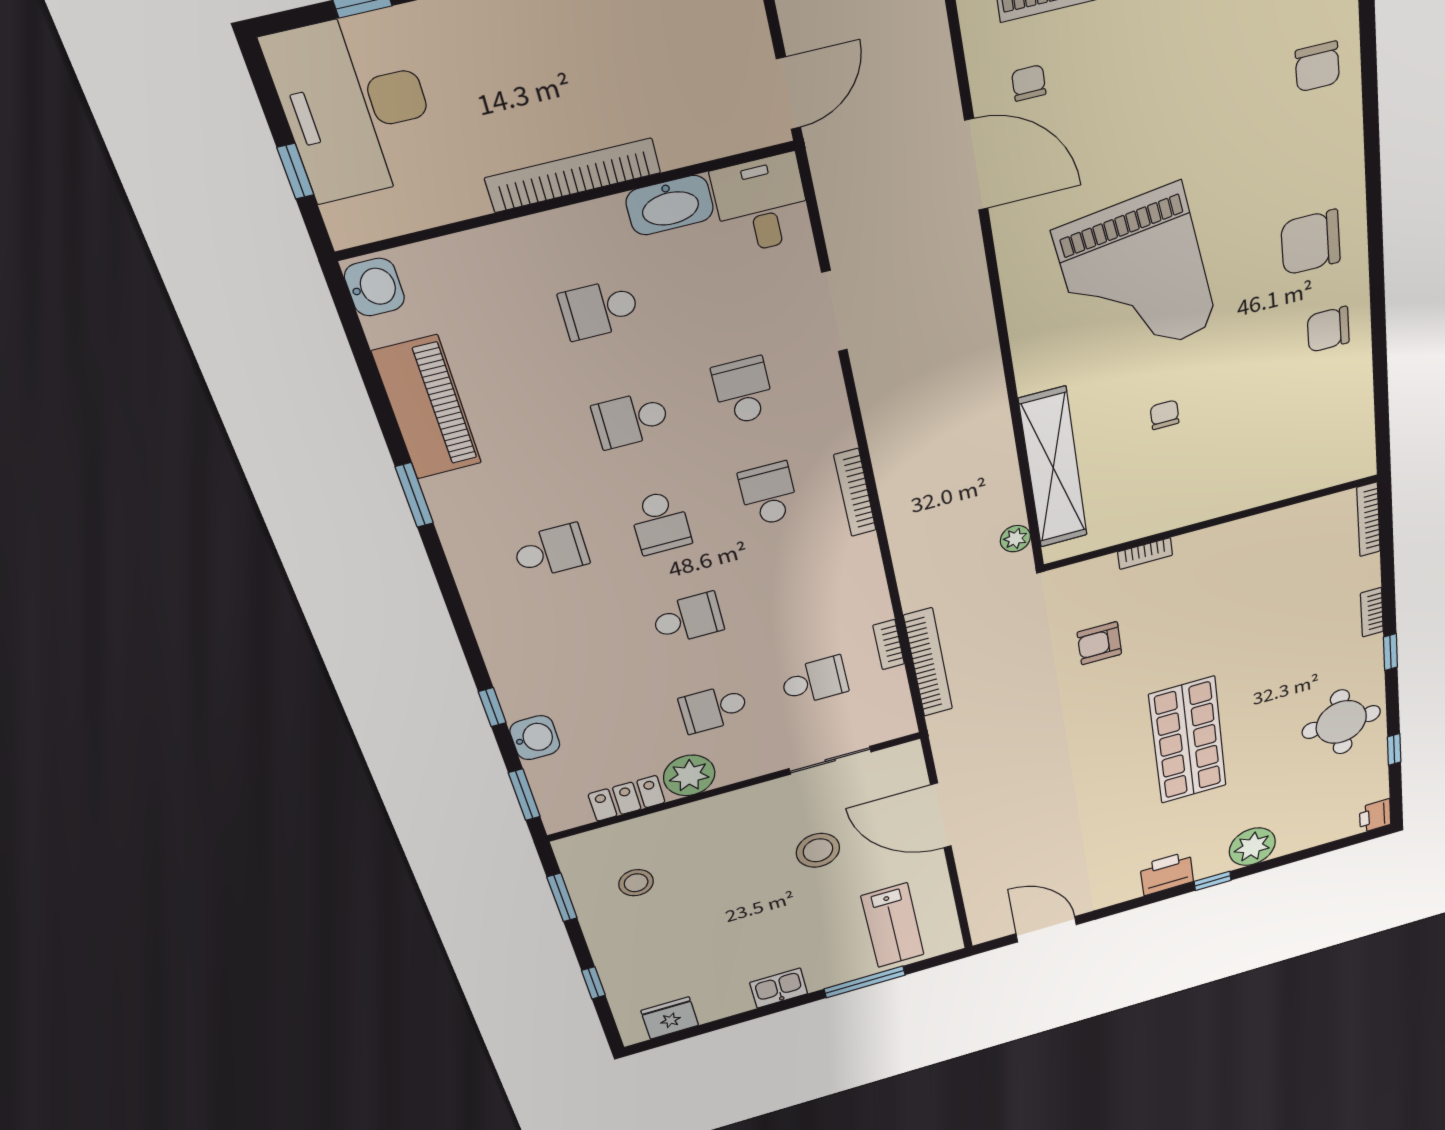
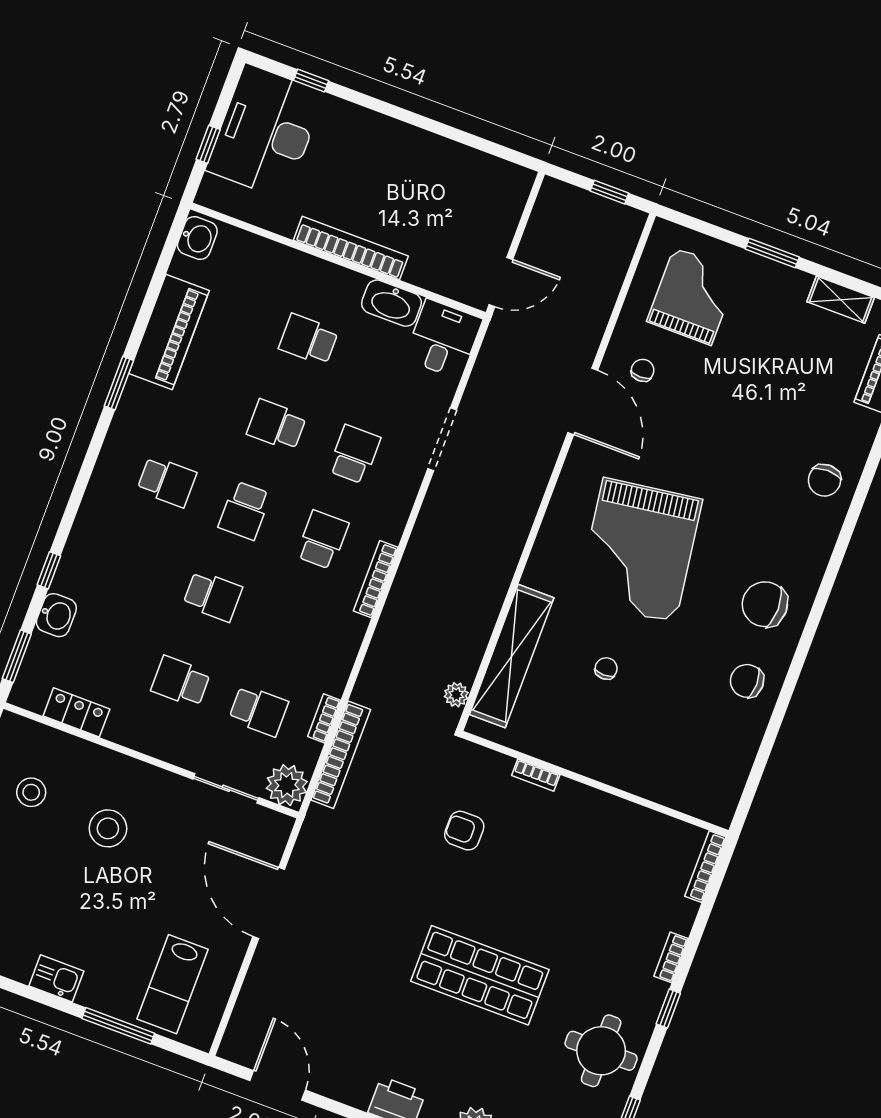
shop shelf: (1188, 740) -> (480, 975), turned 90
plant: (689, 775) -> (287, 785), moved
stool: (818, 850) -> (108, 828), moved

